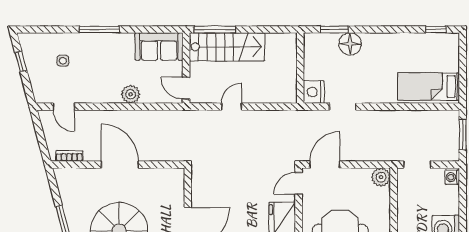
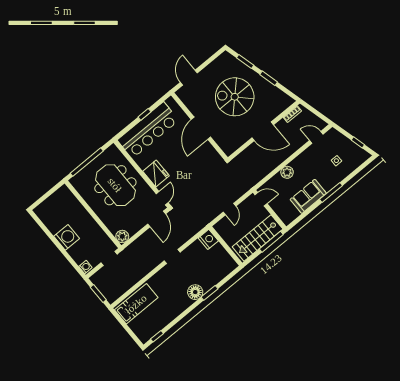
sofa: (159, 47) -> (308, 196), moved
wall: (300, 68) -> (226, 246), moved
nightstand: (314, 92) -> (208, 239), moved

